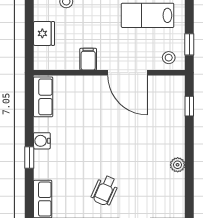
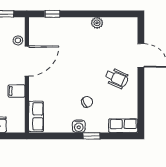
stool: (169, 58) -> (18, 40), moved
row of seats: (43, 97) -> (36, 116), moved, turned 90
chair: (74, 152) -> (87, 102), added

